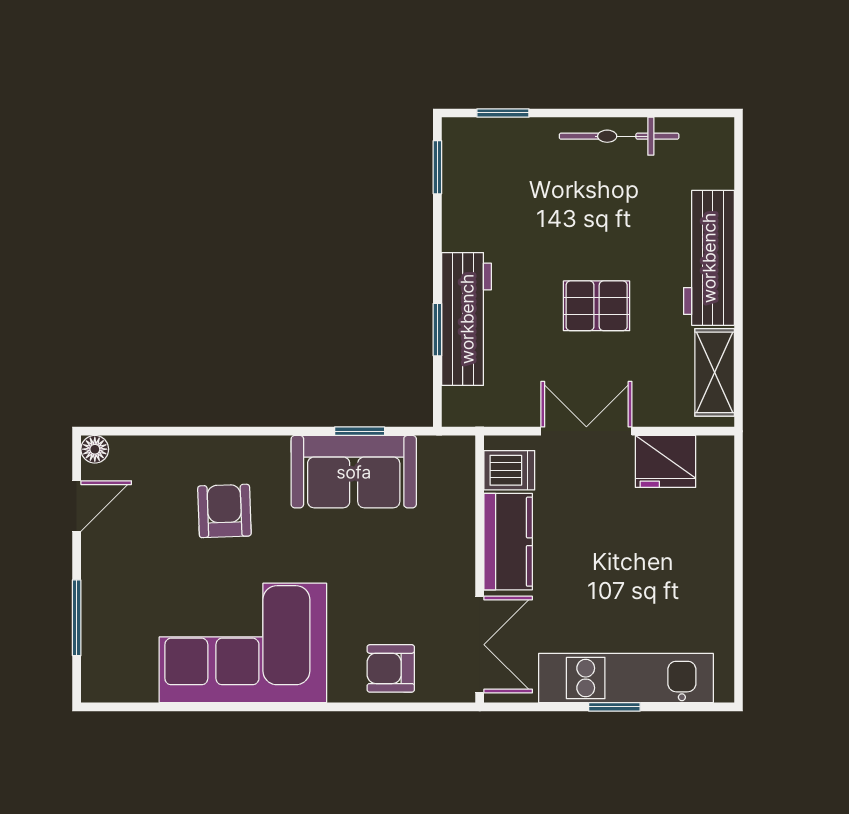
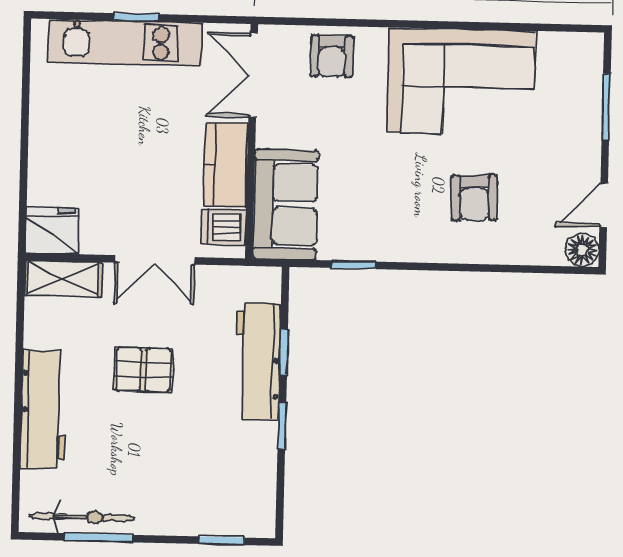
window: (643, 113) -> (99, 538), added
bicycle: (619, 136) -> (82, 517), moved
window: (437, 167) -> (282, 426), moved
shelving: (715, 372) -> (63, 279), moved, turned 90
floor lamp: (95, 449) -> (582, 250), width x1.37, depth x1.37
fridge: (665, 461) -> (52, 231), moved
sofa: (354, 472) -> (285, 204), moved, turned 90
armchair: (391, 668) -> (332, 56), turned 90

